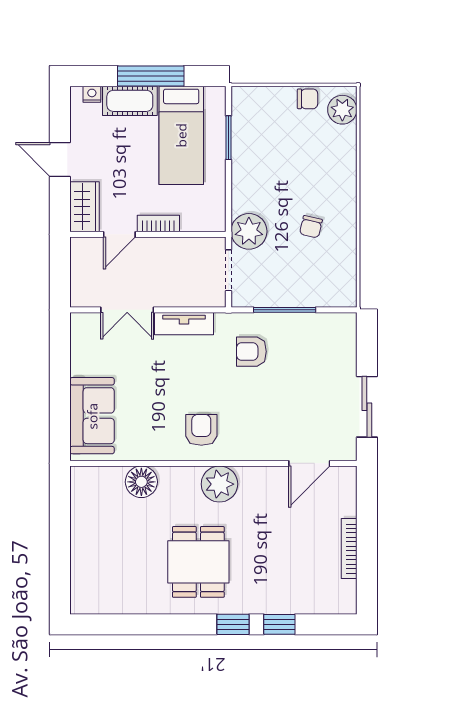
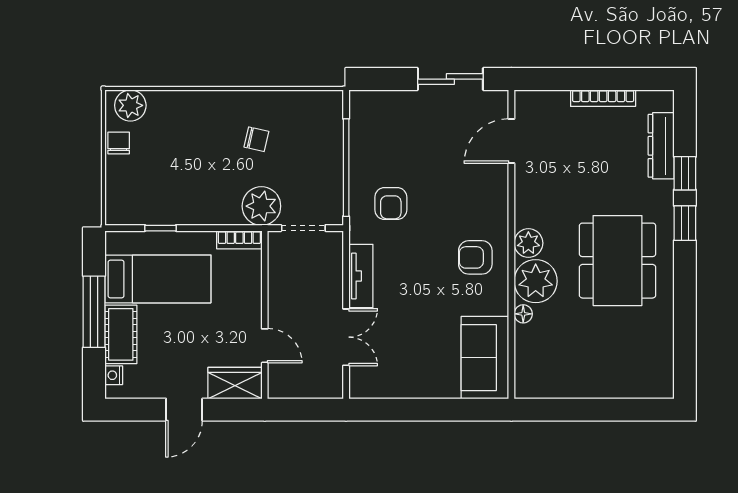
window: (228, 138) -> (161, 228), width x0.67
bookcase: (158, 224) -> (239, 240), moved, turned -90
window: (285, 310) -> (346, 168), width x1.46
sofa: (92, 416) -> (485, 358), moved, turned -90
door: (309, 463) -> (511, 141), swing flipped
floor lamp: (141, 482) -> (523, 314), width x0.53, depth x0.53
plant: (219, 484) -> (528, 243), width x0.73, depth x0.73
plant: (179, 486) -> (536, 281), added
dining table: (198, 562) -> (618, 261), width x1.38
dresser: (305, 602) -> (661, 146), added

